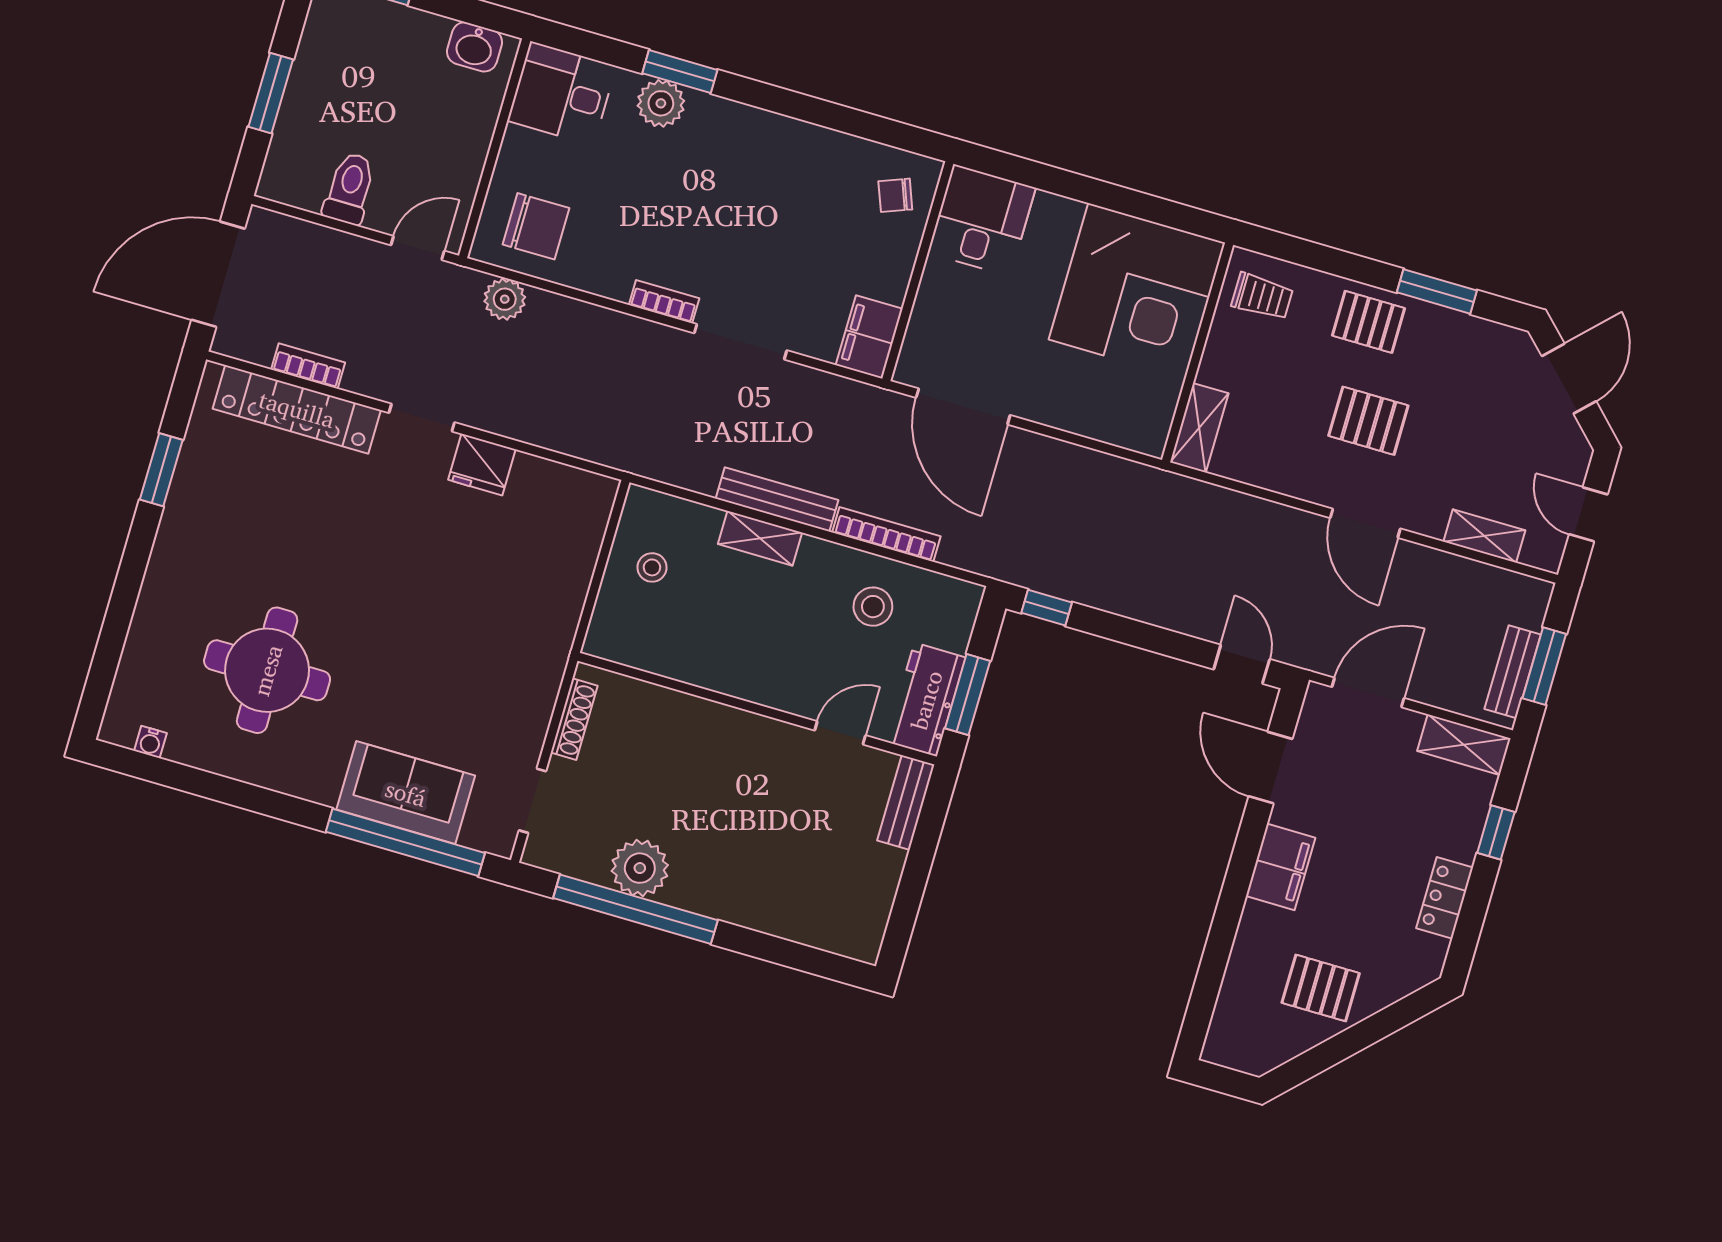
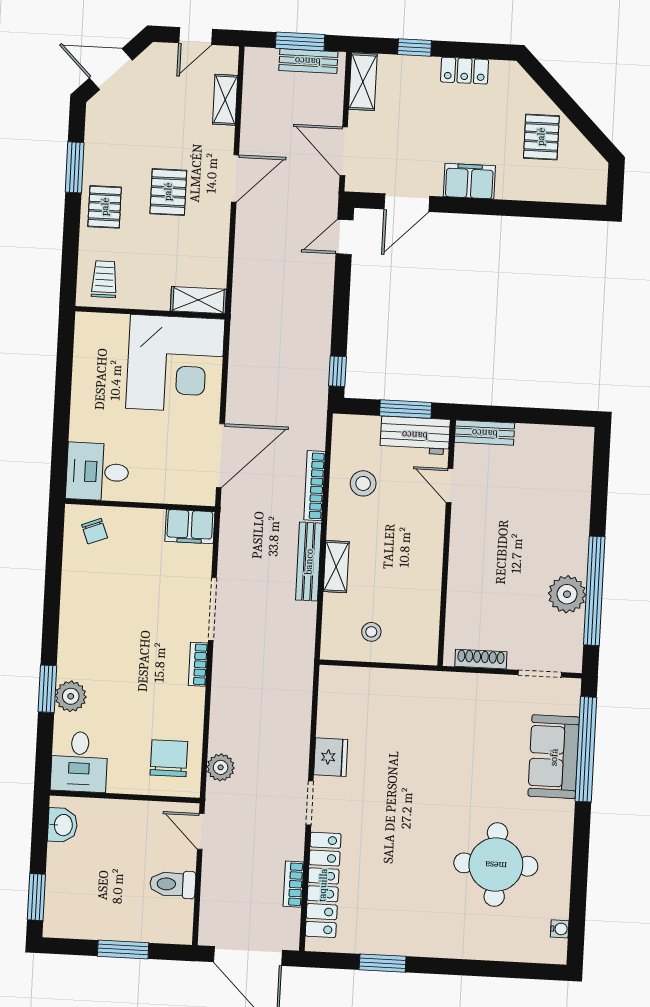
corner desk: (1137, 291) -> (175, 364), moved, turned 90

